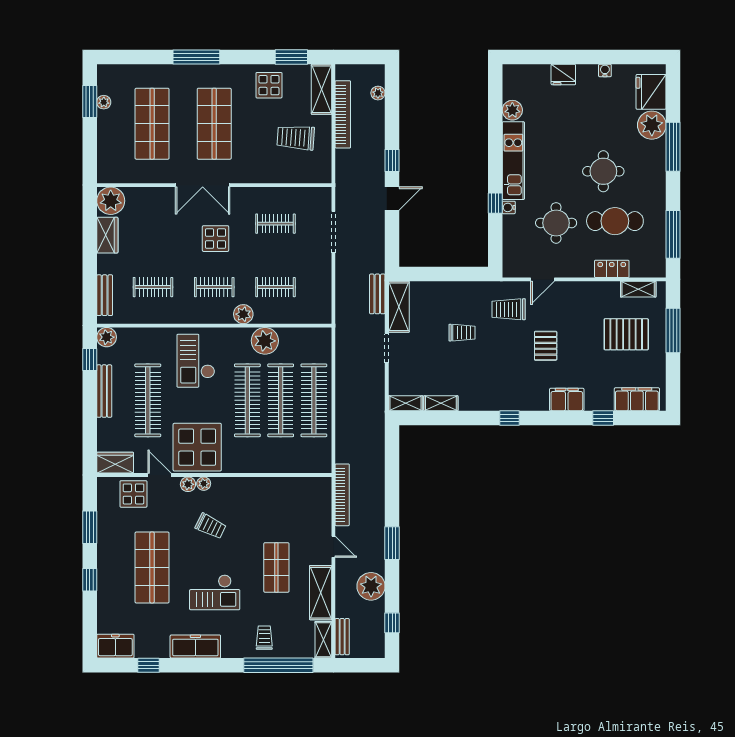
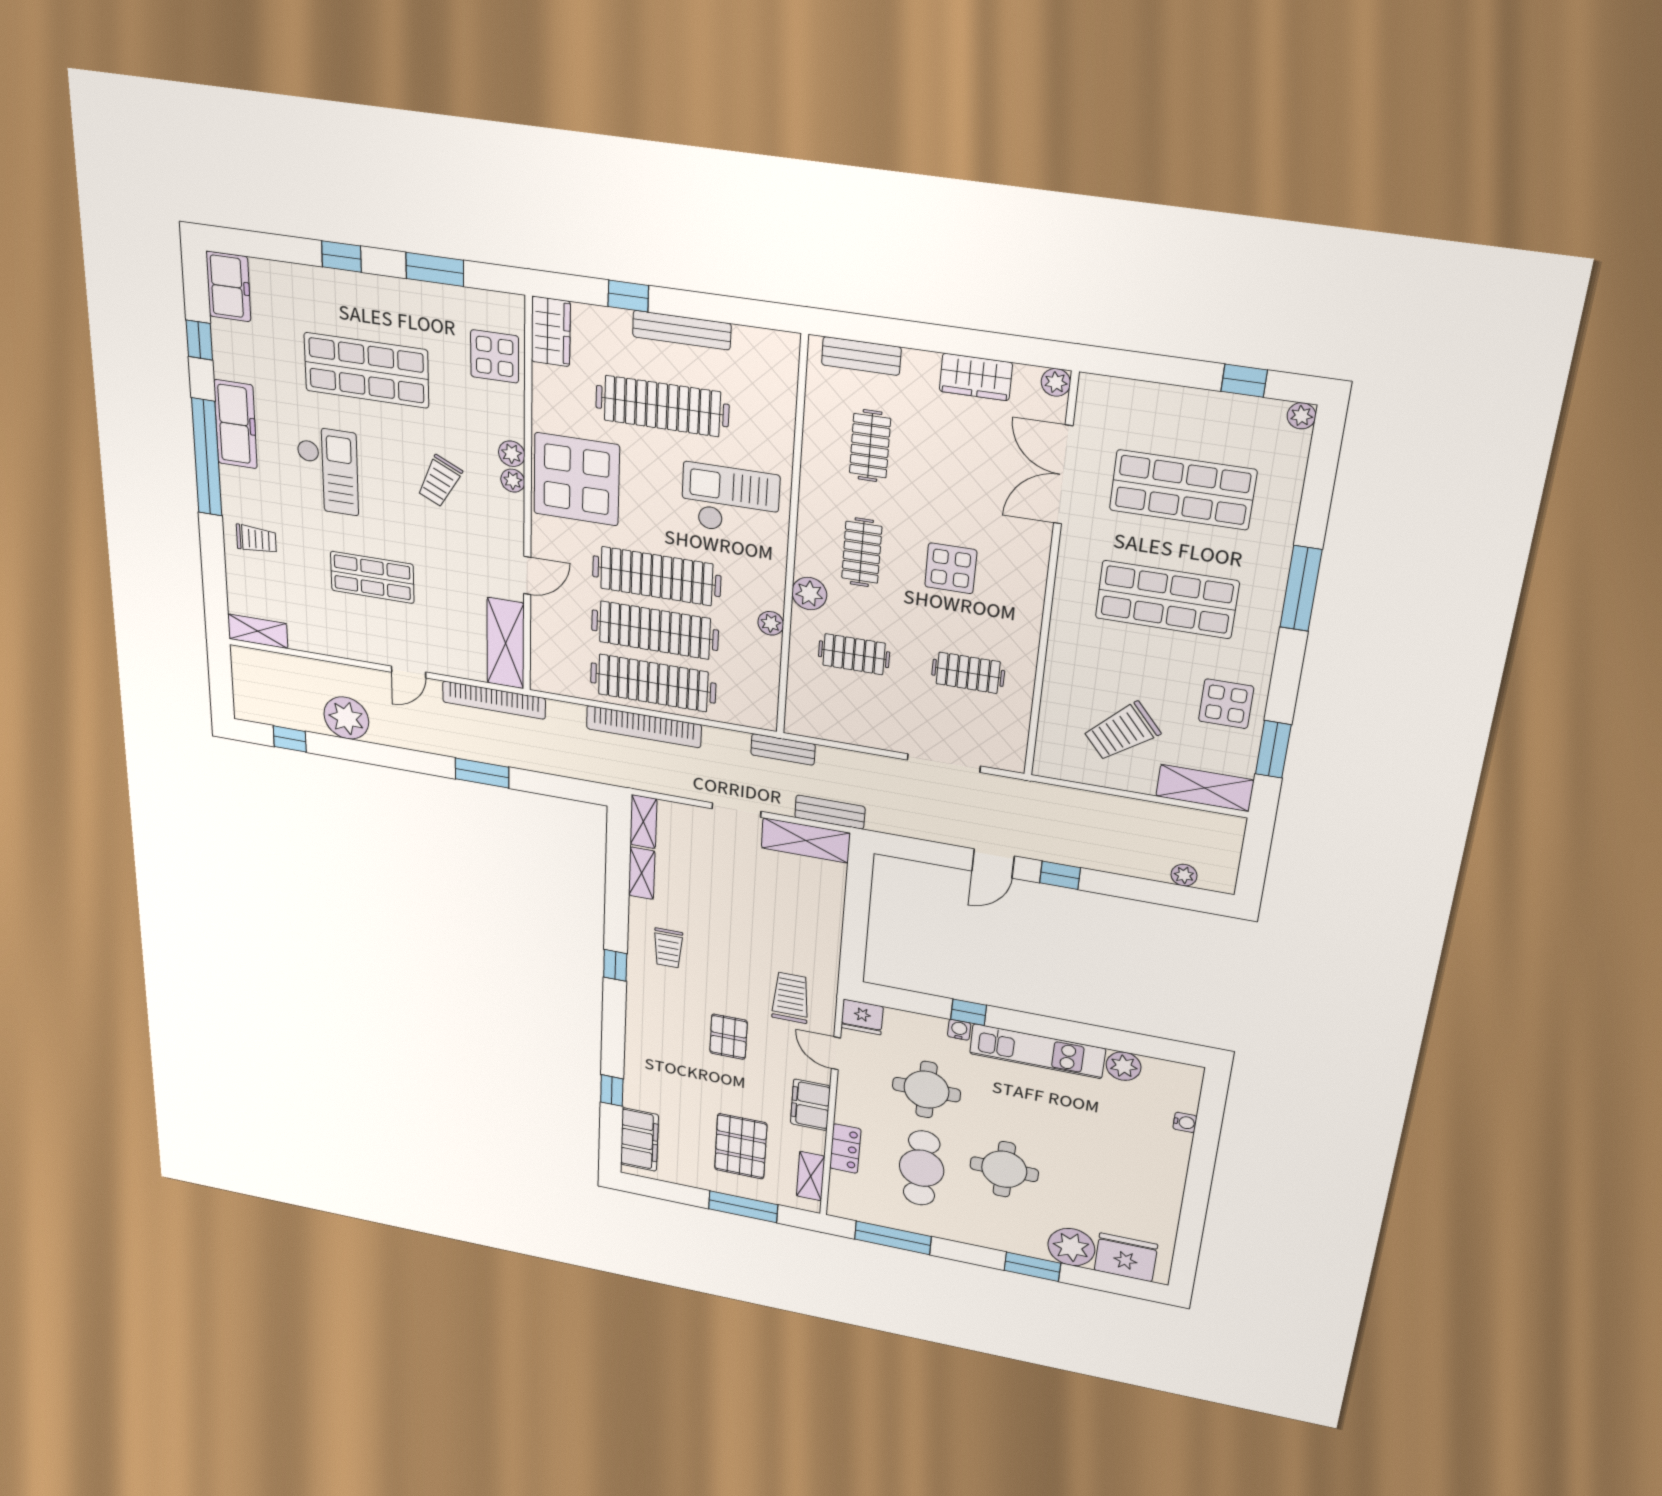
water cooler: (605, 70) -> (1185, 1122), moved
fridge: (563, 75) -> (862, 1017), moved, turned -90
window: (90, 101) -> (1244, 381), width x0.67
plant: (104, 102) -> (1301, 416), moved
bookcase: (343, 114) -> (644, 727), moved
trolley: (296, 138) -> (1122, 732), turned -134
window: (673, 147) -> (1032, 1267), width x0.69
double door: (203, 185) -> (1063, 475), moved
door: (392, 199) -> (993, 863), hinge flipped
plant: (111, 201) -> (1056, 382), width x0.53, depth x0.53
clothes rail: (275, 224) -> (968, 673), turned 90
clothes rail: (275, 287) -> (854, 654), turned 90
trolley: (462, 333) -> (668, 948), moved
plant: (107, 337) -> (782, 349), removed
plant: (265, 341) -> (771, 623), width x0.53, depth x0.53
pallet: (546, 346) -> (728, 1037), turned 90
window: (90, 360) -> (628, 296), moved
filing cabinet: (567, 400) -> (810, 1105), moved, turned 180
door: (159, 475) -> (527, 575), moved
window: (392, 543) -> (482, 773), moved
checkout: (215, 592) -> (328, 470), turned 180
shelving: (321, 593) -> (506, 643), moved, turned 90
bench: (342, 637) -> (783, 749), moved
window: (278, 665) -> (207, 457), moved

